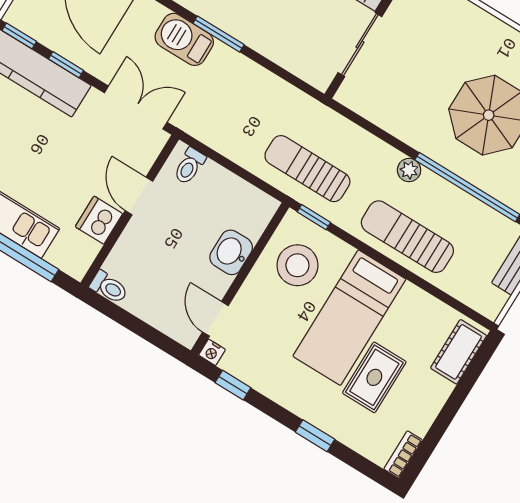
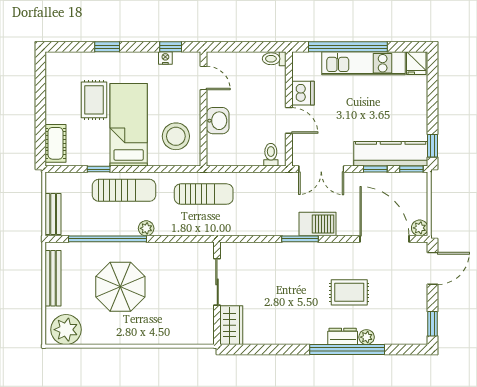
window: (314, 217) -> (99, 169), moved
nightstand: (212, 352) -> (165, 58), moved
bookcase: (403, 455) -> (51, 66), removed

